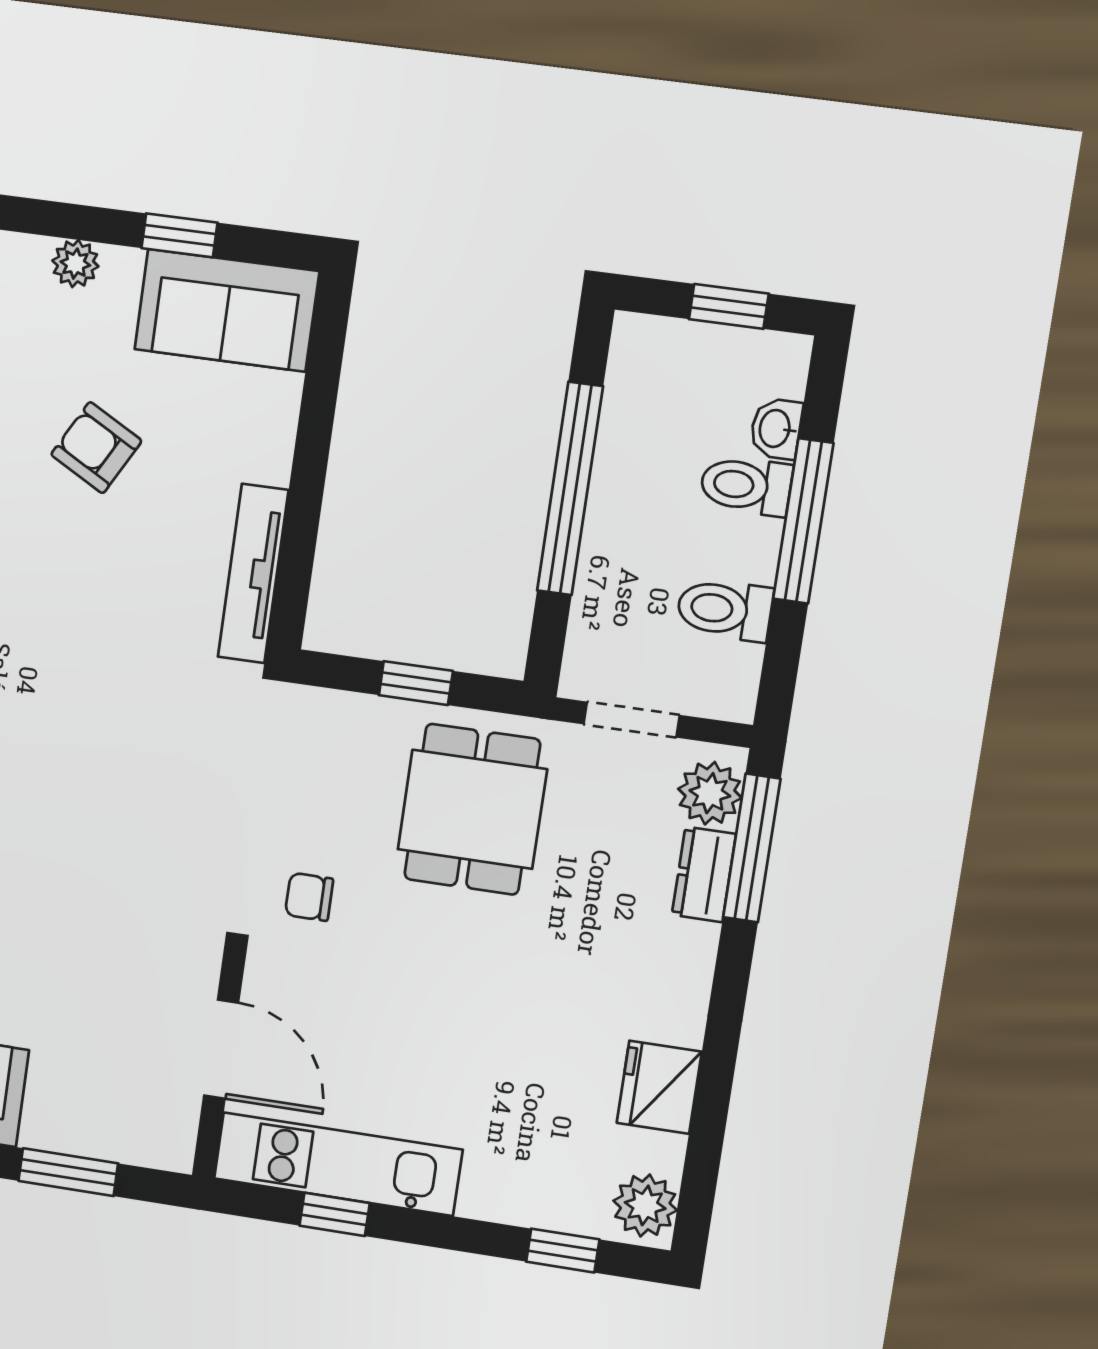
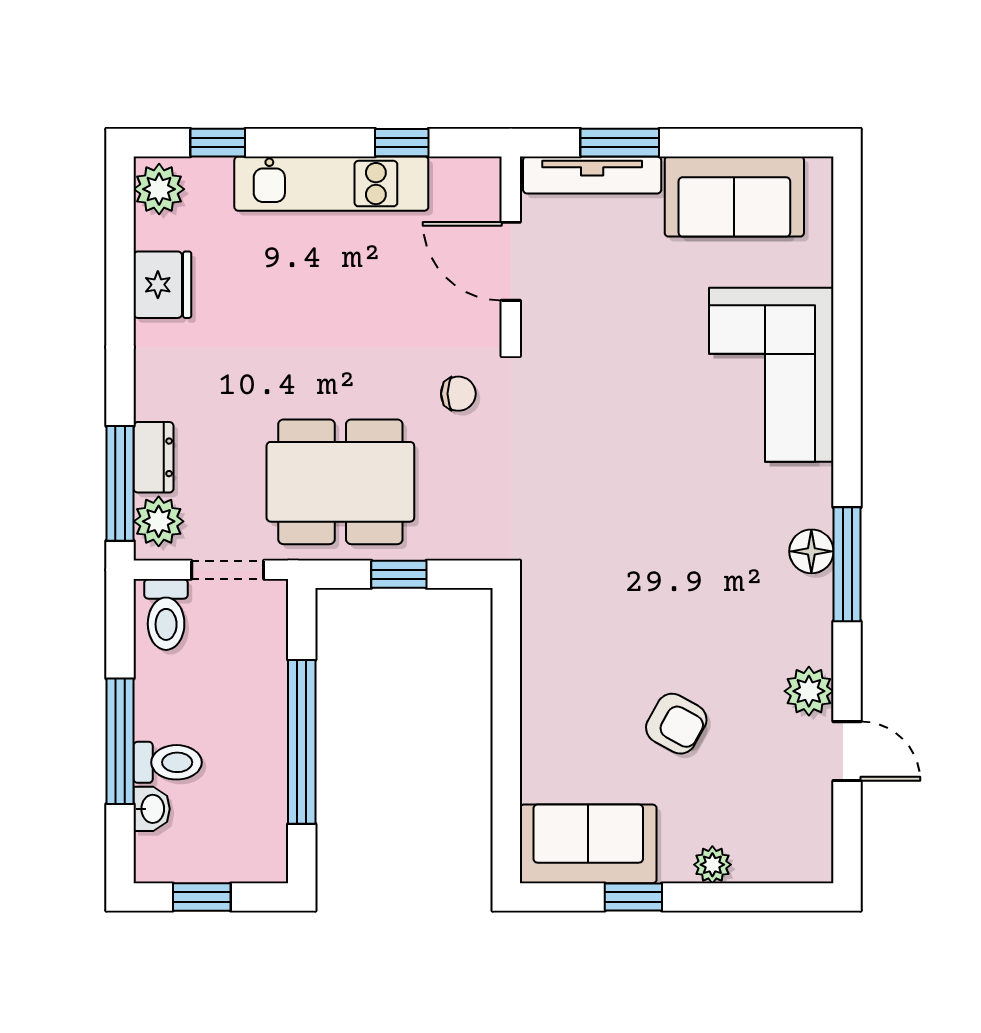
tv unit: (253, 574) -> (592, 175), moved, turned 90
toilet: (725, 610) -> (166, 614), moved, turned 90
dining table: (472, 809) -> (340, 482), width x1.38
kitchen unit: (338, 1164) -> (331, 184), moved

